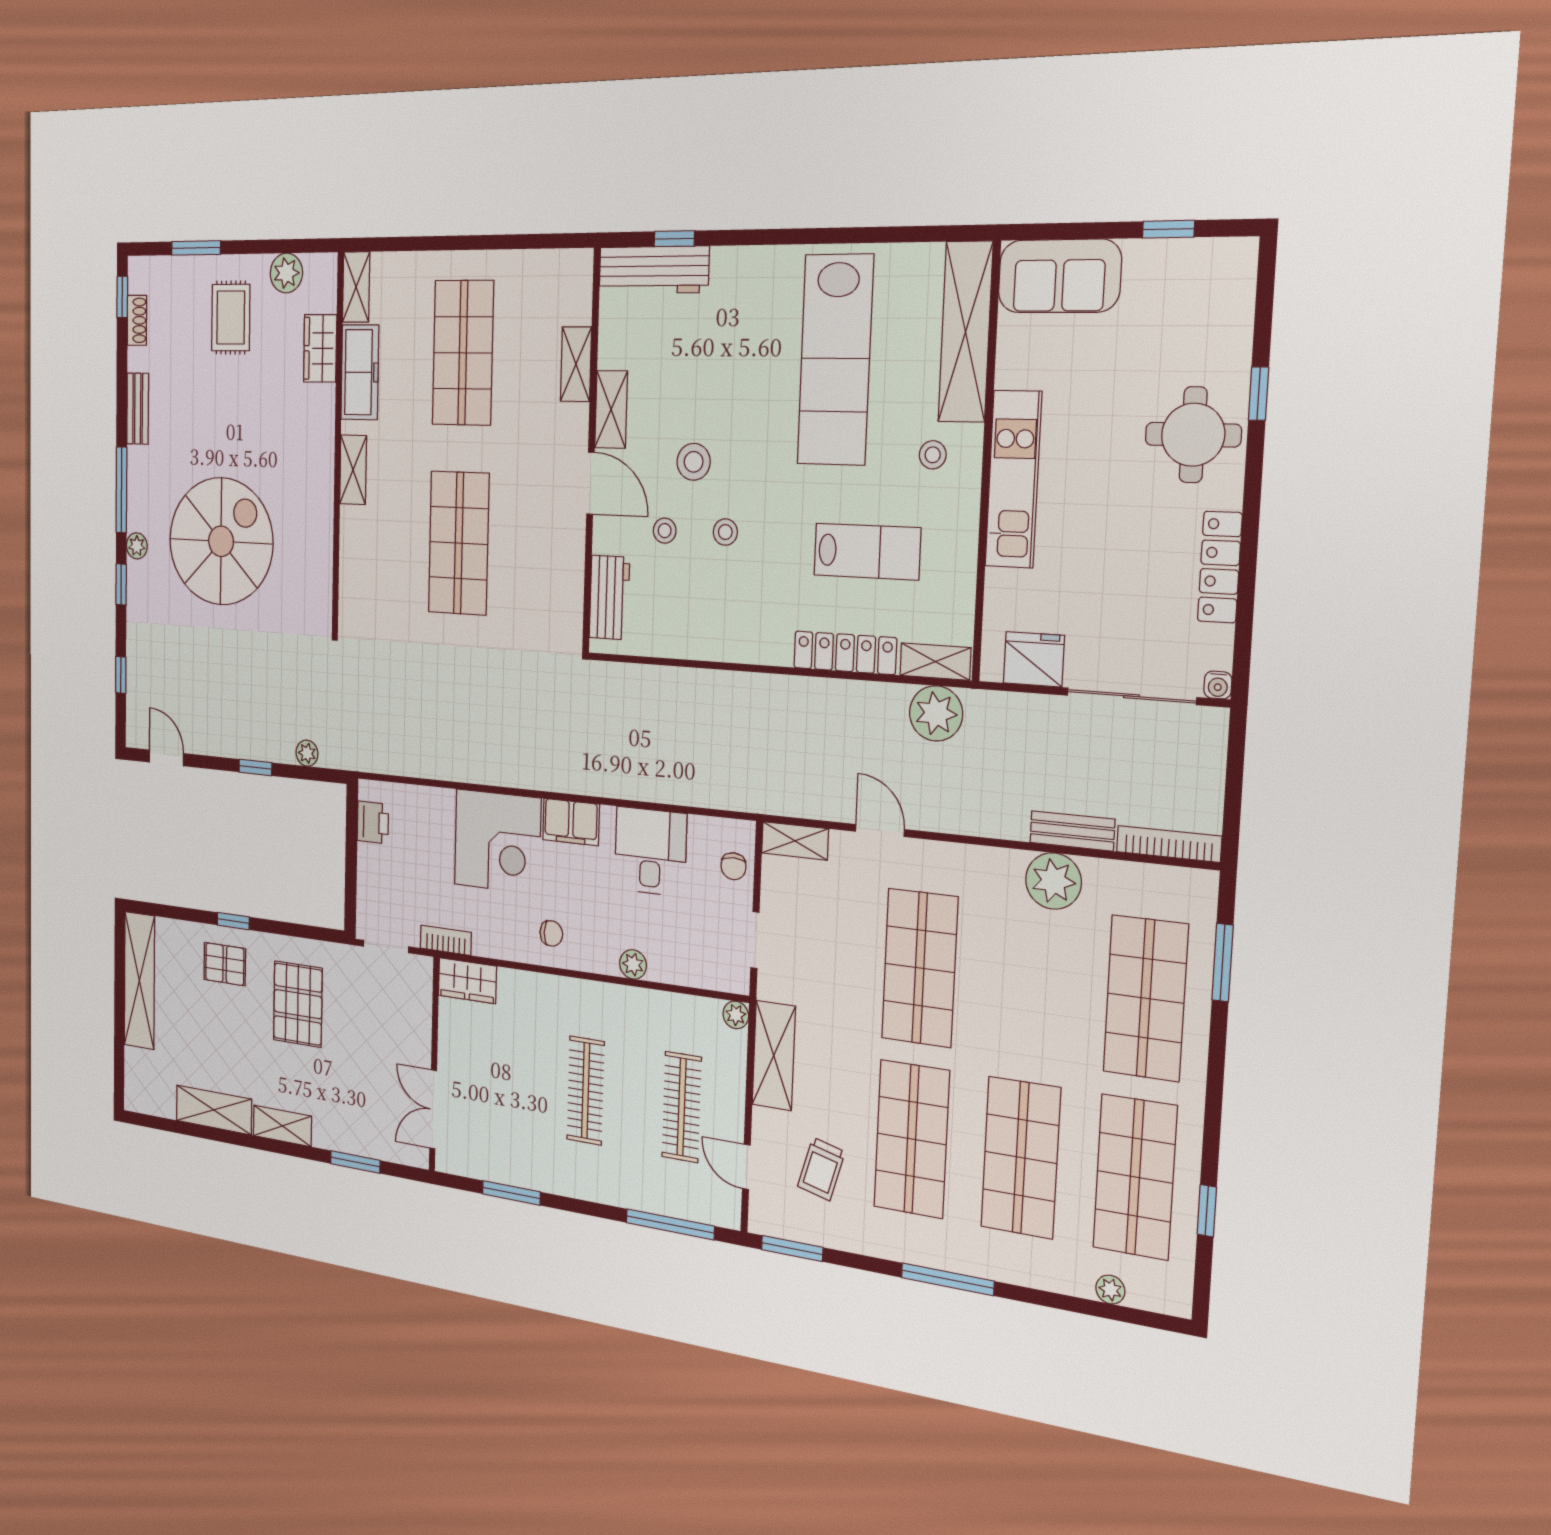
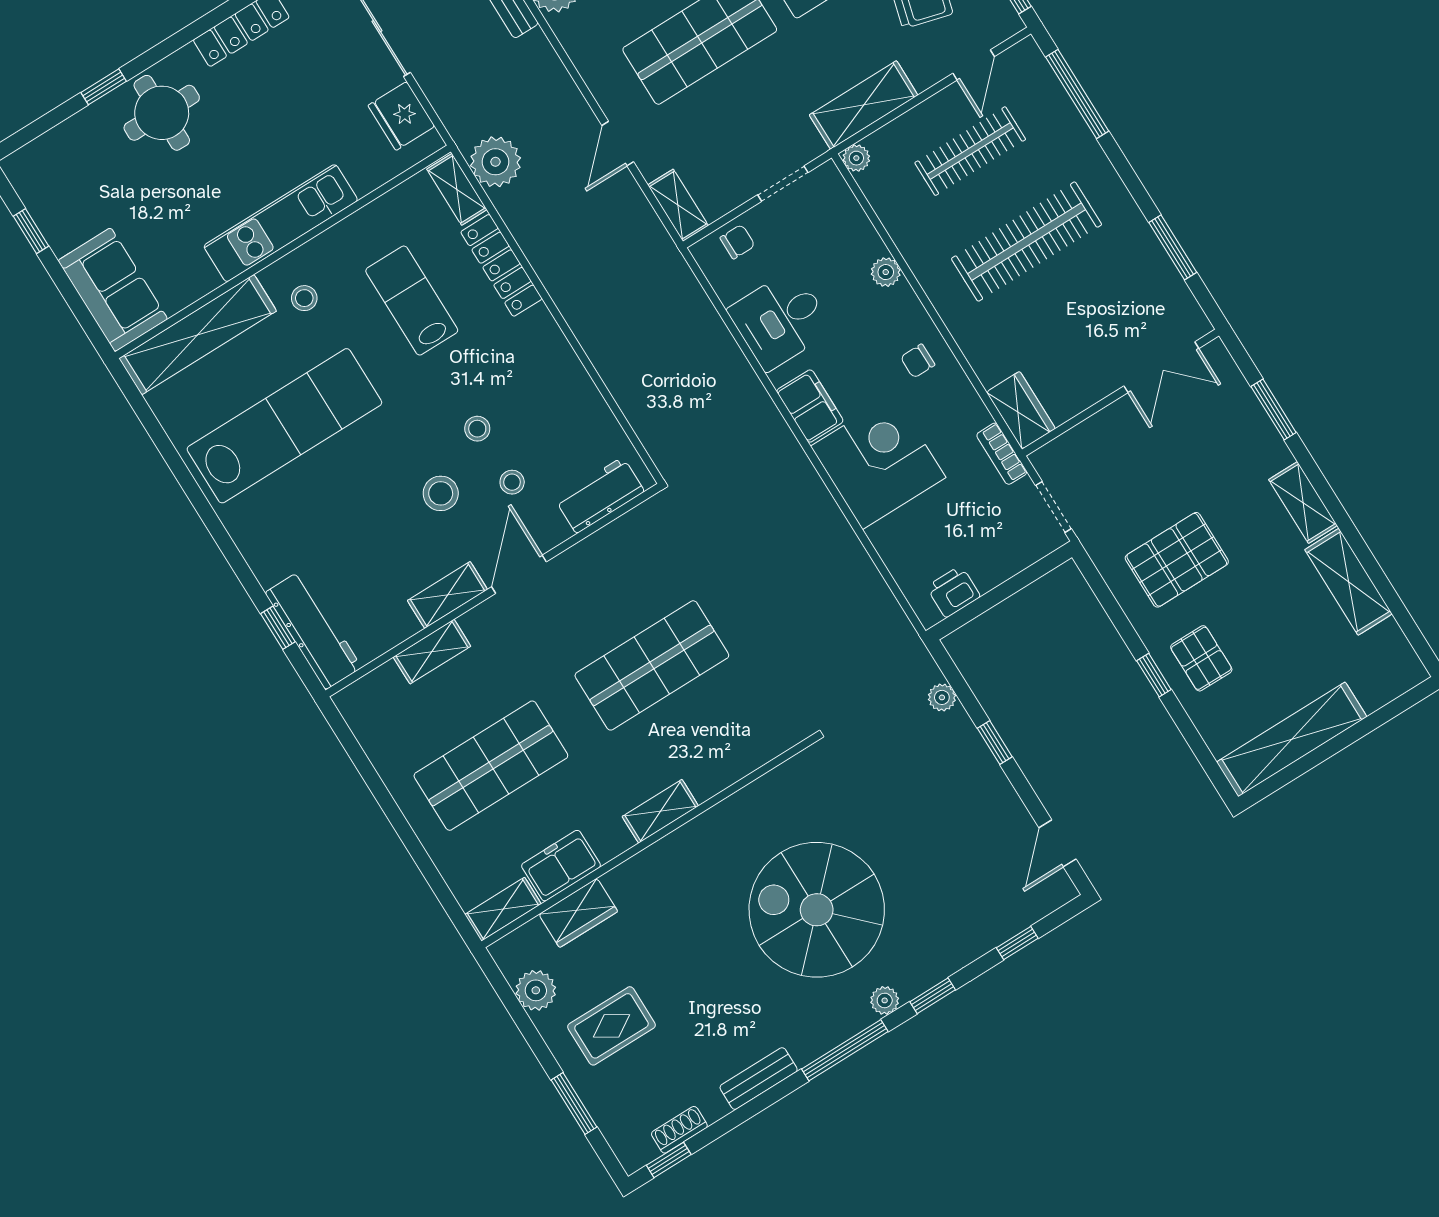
freezer: (360, 372) -> (561, 866), width x0.71
chair: (551, 933) -> (918, 361), turned -90
clothes rail: (586, 1091) -> (1027, 242), width x1.37, depth x1.31

